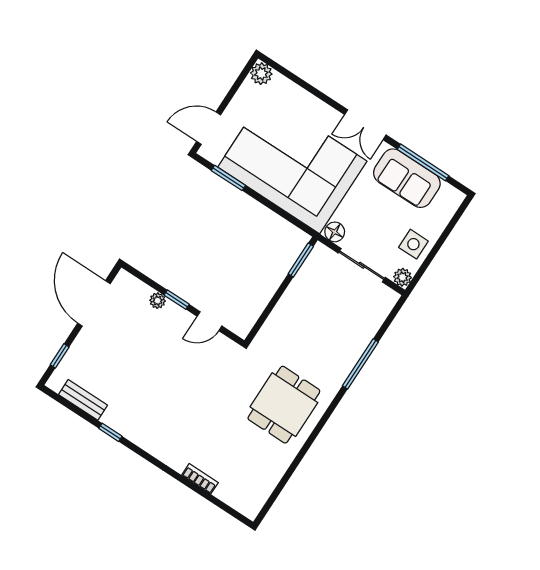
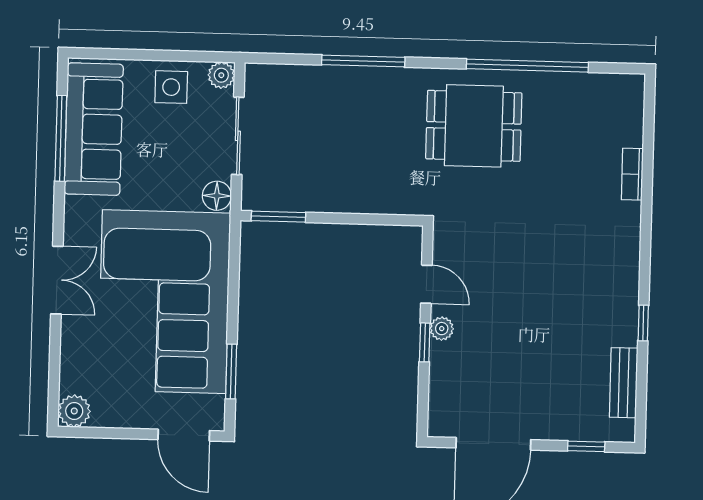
double door: (365, 125) -> (57, 280), moved
sofa: (407, 178) -> (94, 129), width x1.36
plant: (158, 301) -> (442, 329), moved
window: (300, 457) -> (527, 66), added

